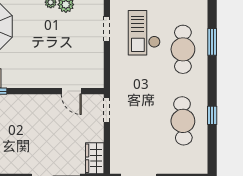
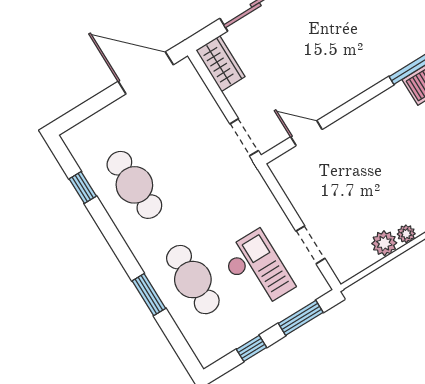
window: (212, 42) -> (149, 295), moved
window: (212, 115) -> (83, 187), moved

